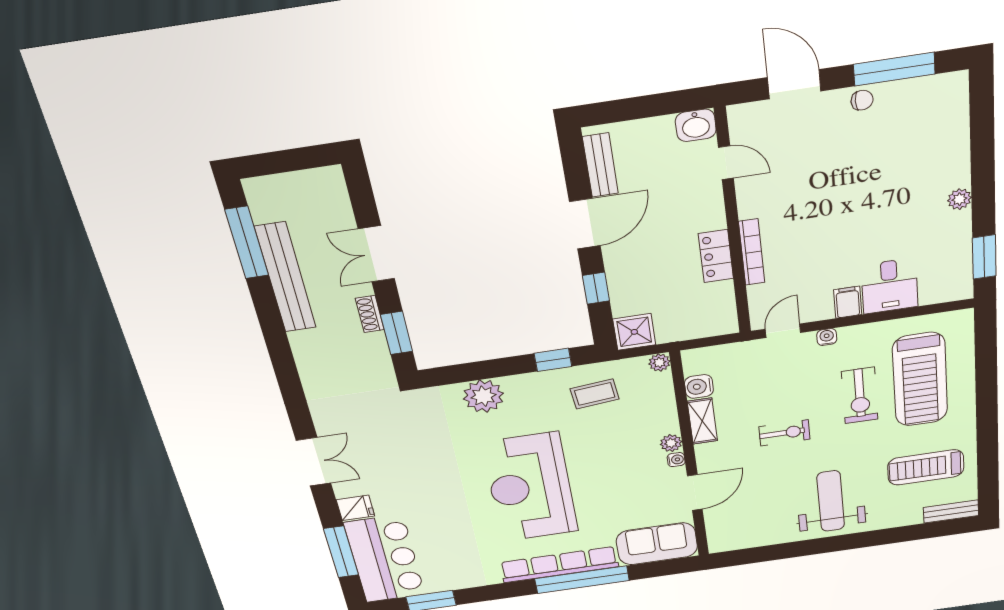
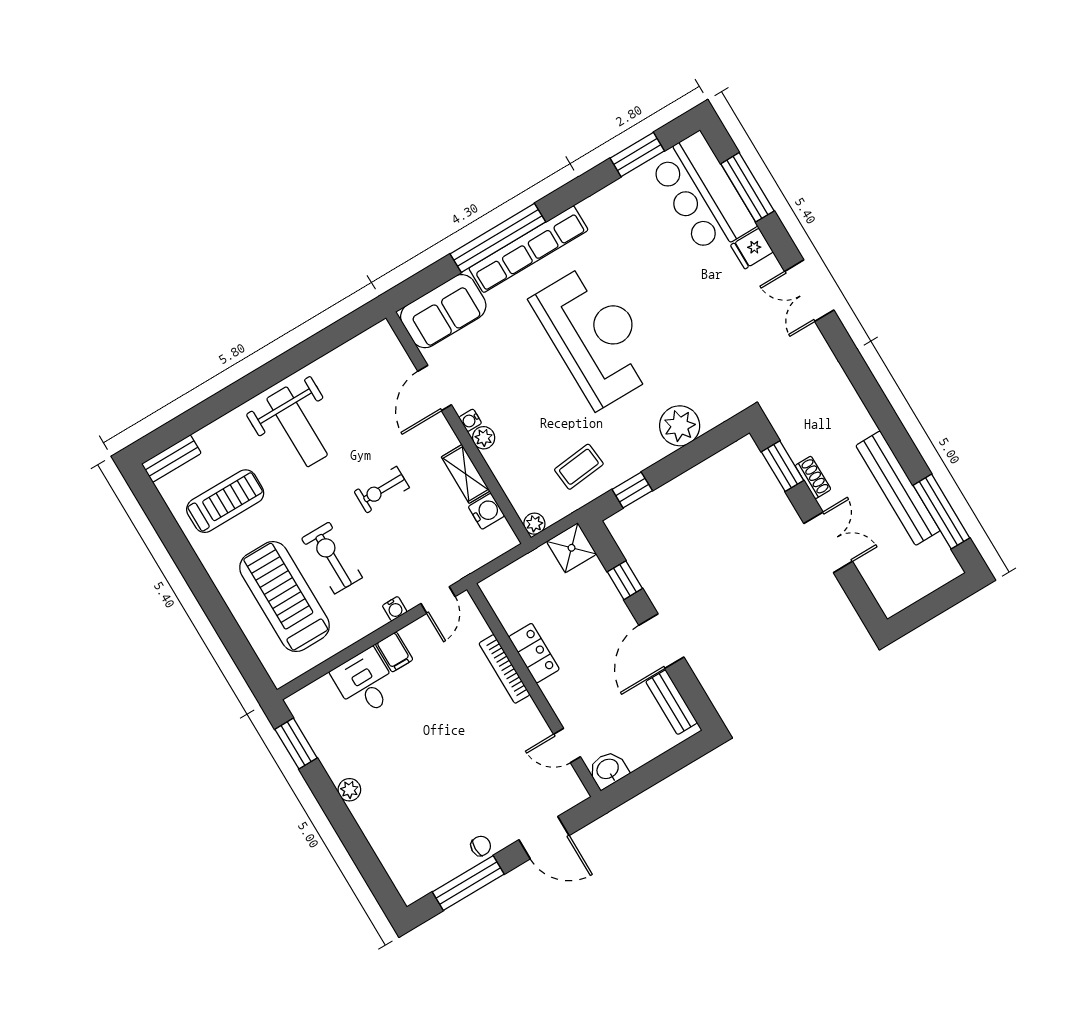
chair: (862, 100) -> (481, 846), turned 180

